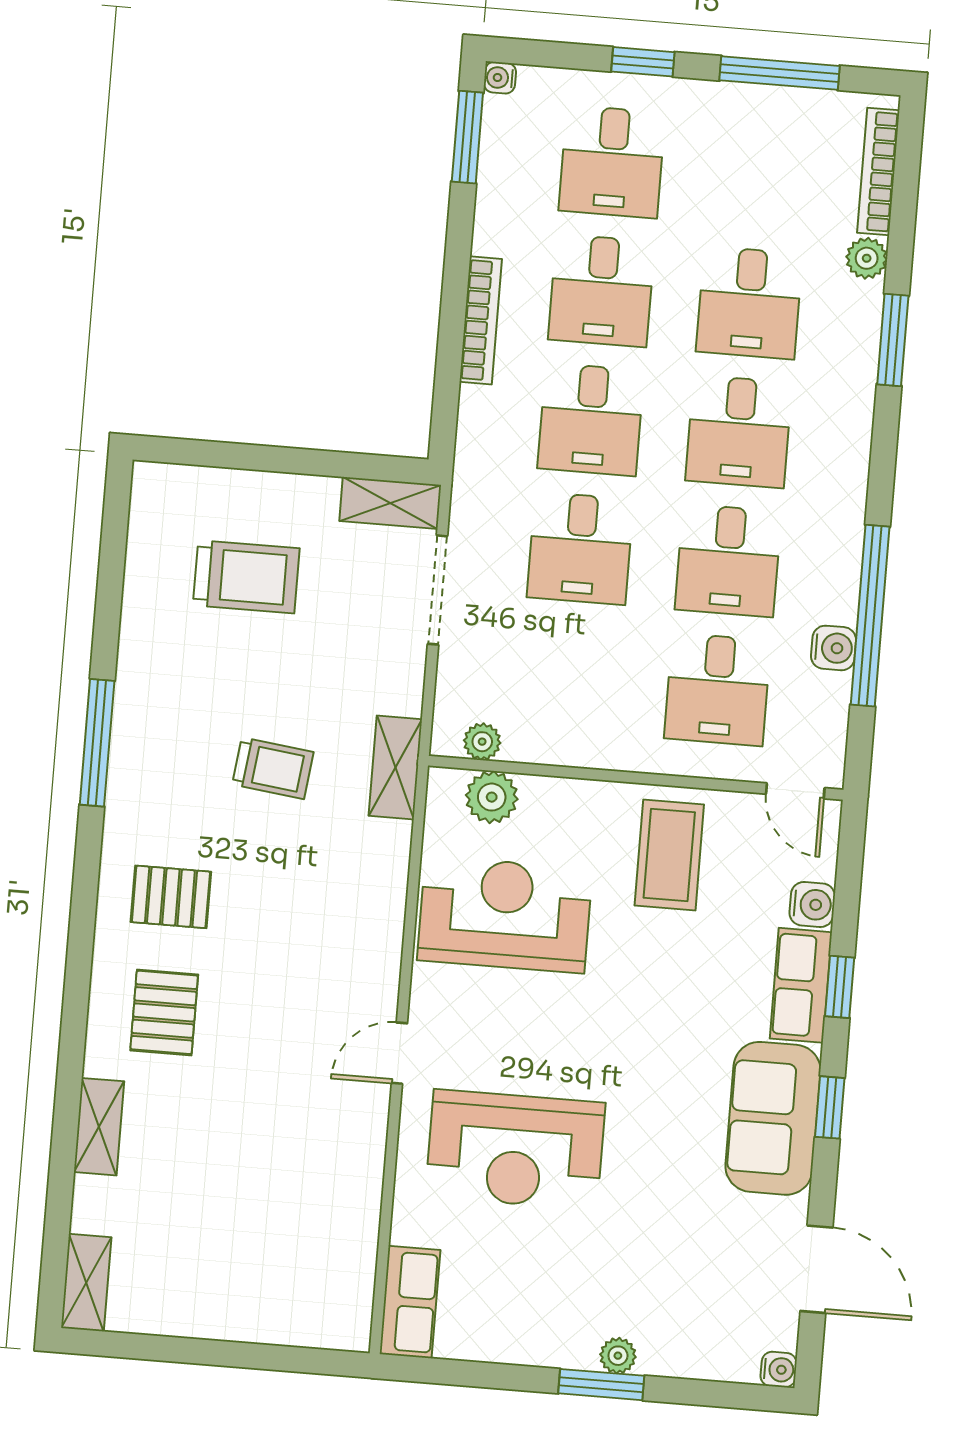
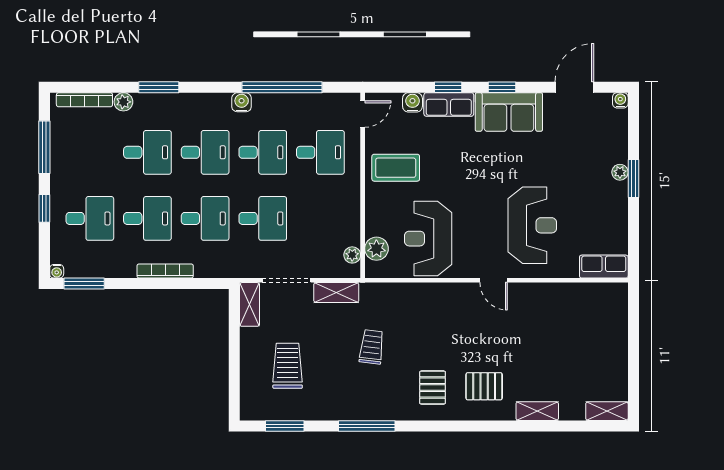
window: (112, 559) -> (285, 426), added
water cooler: (834, 648) -> (242, 102), moved
shelving: (395, 767) -> (336, 293), moved

